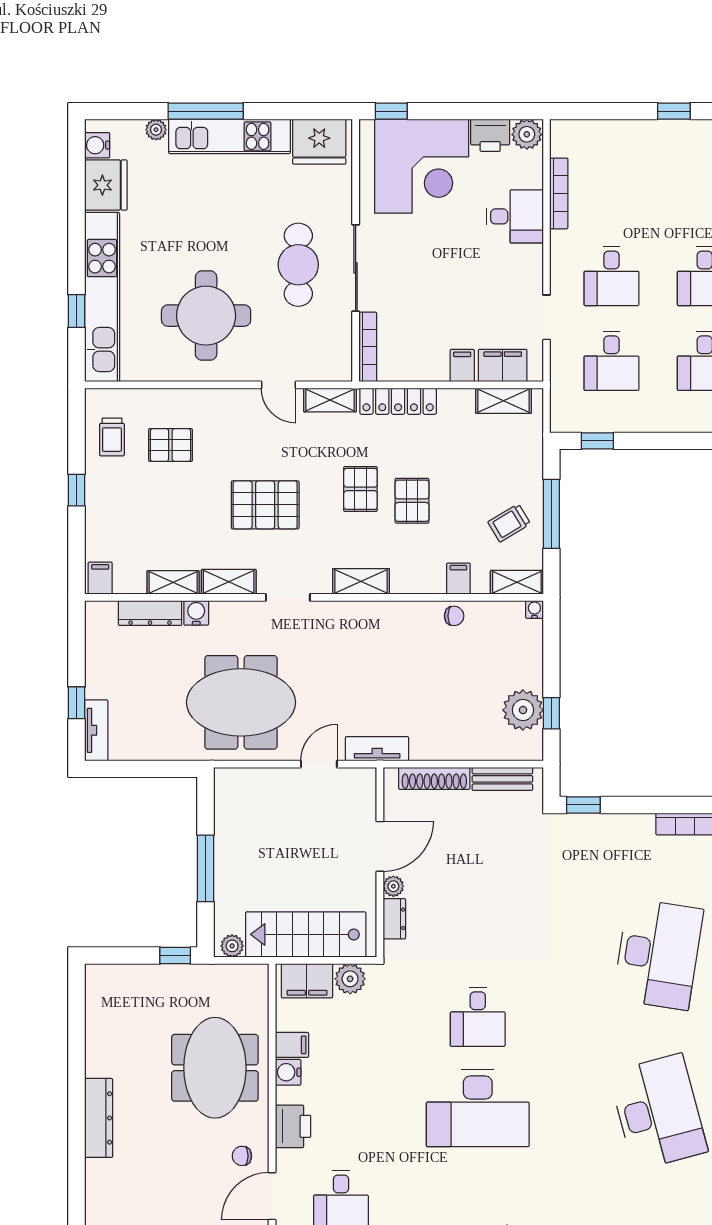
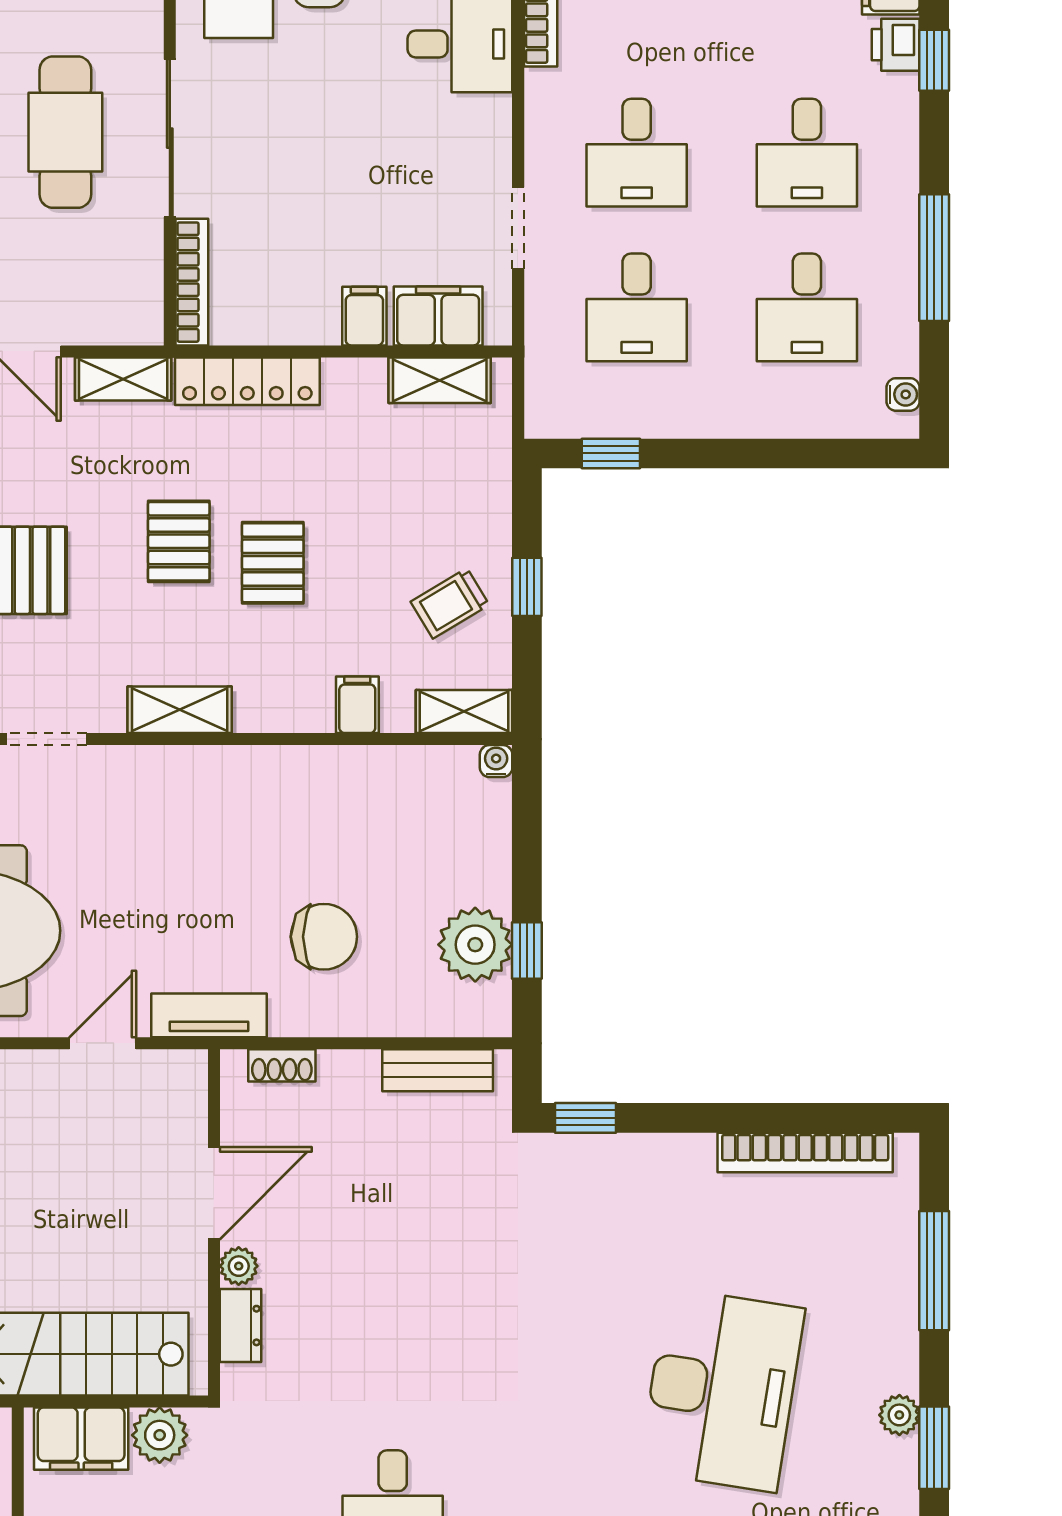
window: (551, 514) -> (527, 587), width x0.46
chair: (454, 616) -> (324, 937), moved, width x1.87, depth x1.87
shoe rack: (434, 778) -> (282, 1065), width x0.51, depth x0.81

